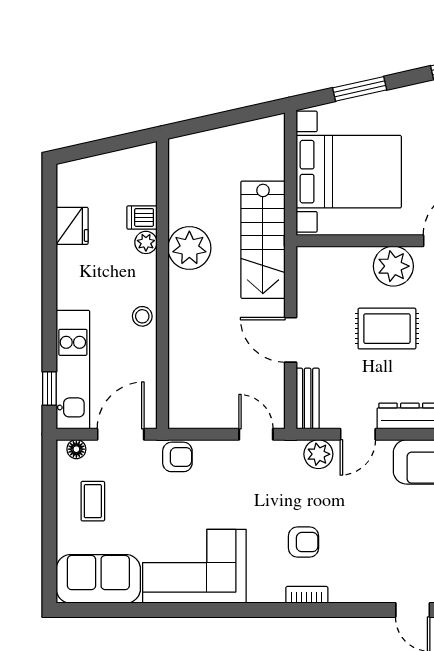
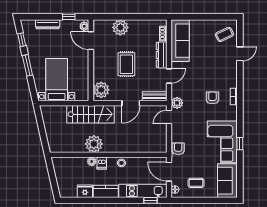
window: (360, 89) -> (27, 65), moved
bed with nightstands: (349, 172) -> (57, 80), width x0.73
dishwasher: (142, 217) -> (102, 163), moved
plant: (393, 266) -> (101, 90), moved
kitchen counter: (72, 277) -> (106, 191), added
door: (358, 434) -> (169, 76), hinge flipped
plant: (318, 454) -> (177, 103), moved
window: (190, 610) -> (240, 144), added

